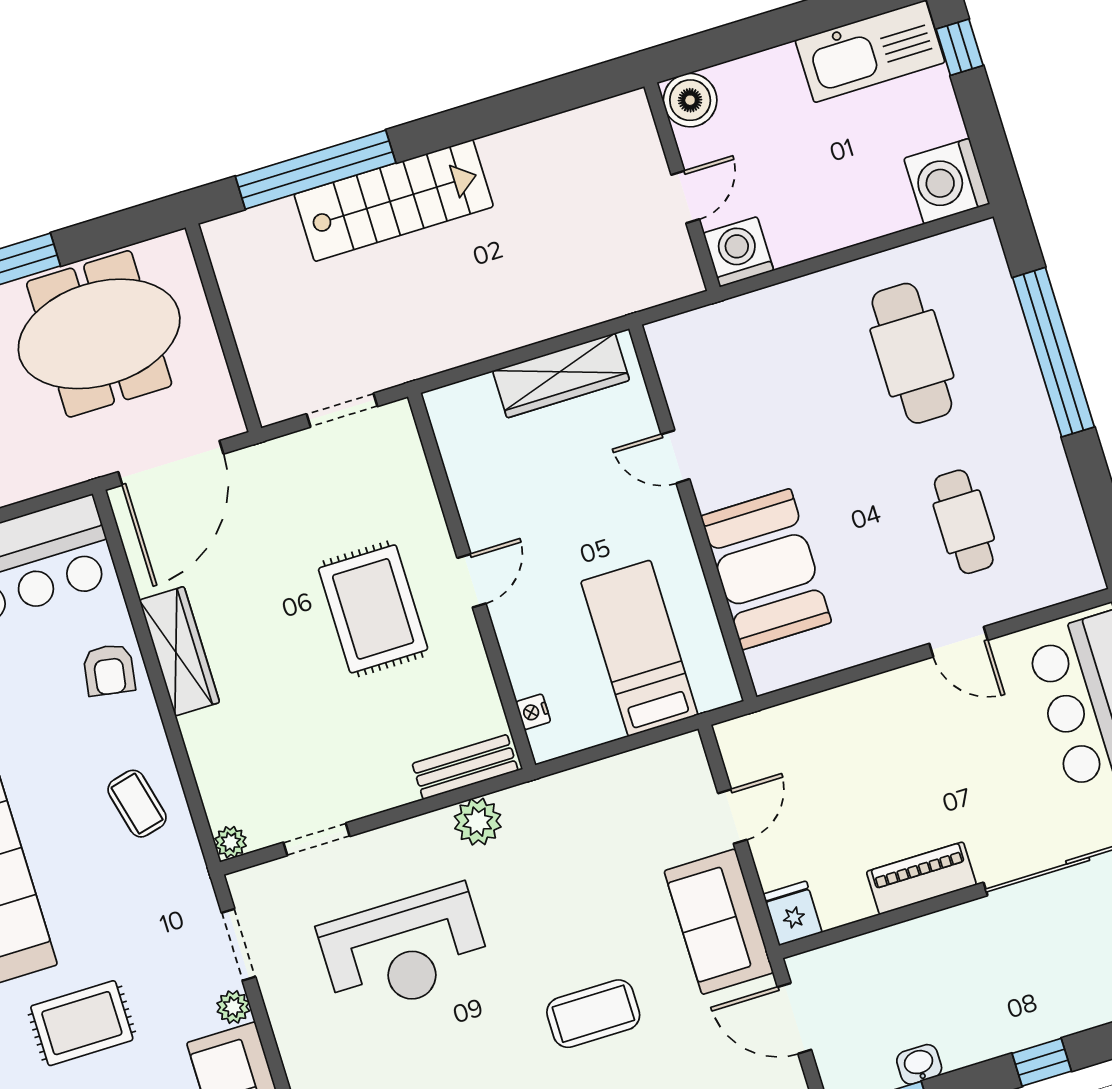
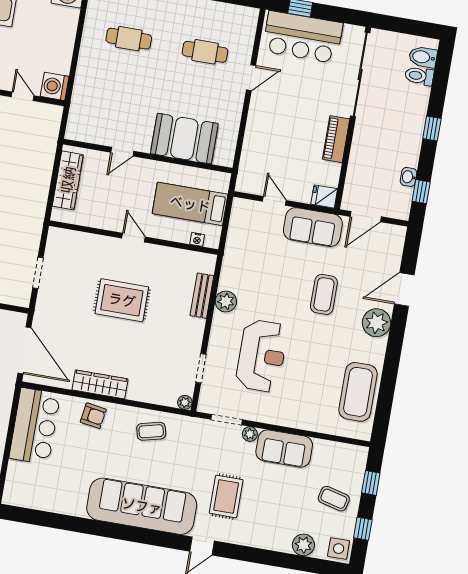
cafe table: (912, 353) -> (129, 39), width x0.73, depth x0.74
door: (472, 581) -> (134, 238), moved
wall: (472, 581) -> (134, 238), moved
nightstand: (533, 712) -> (197, 239), moved

